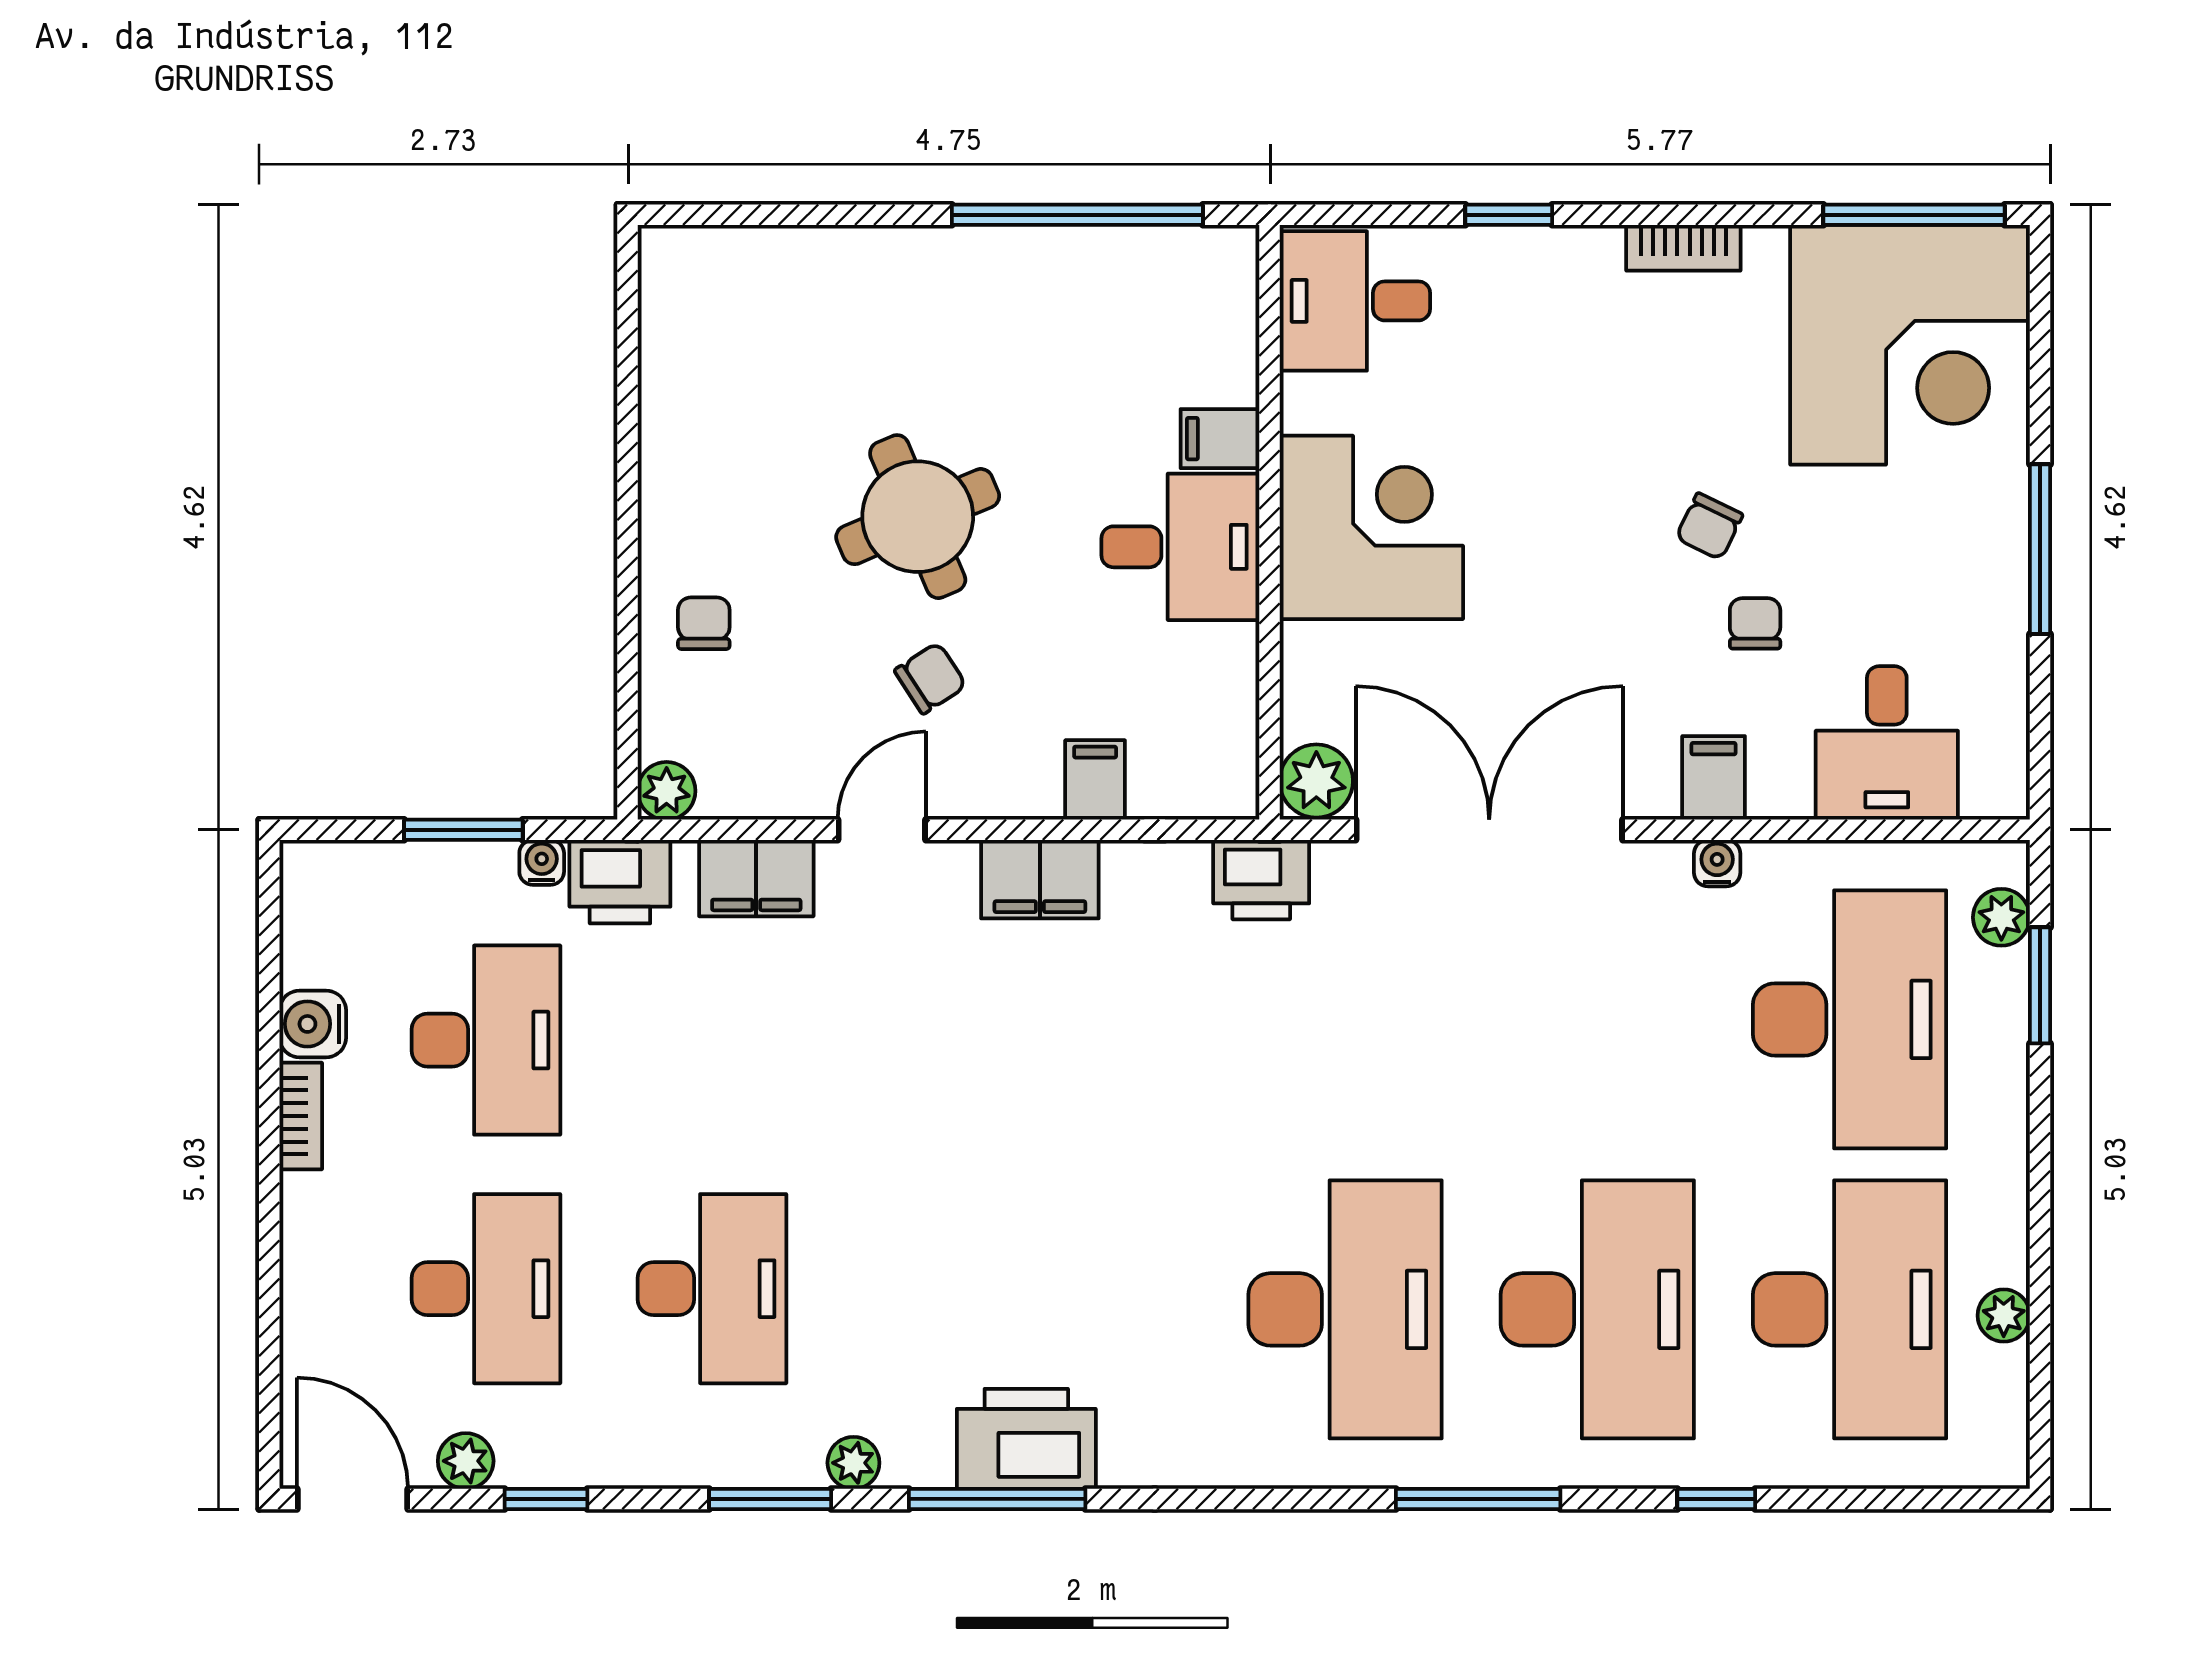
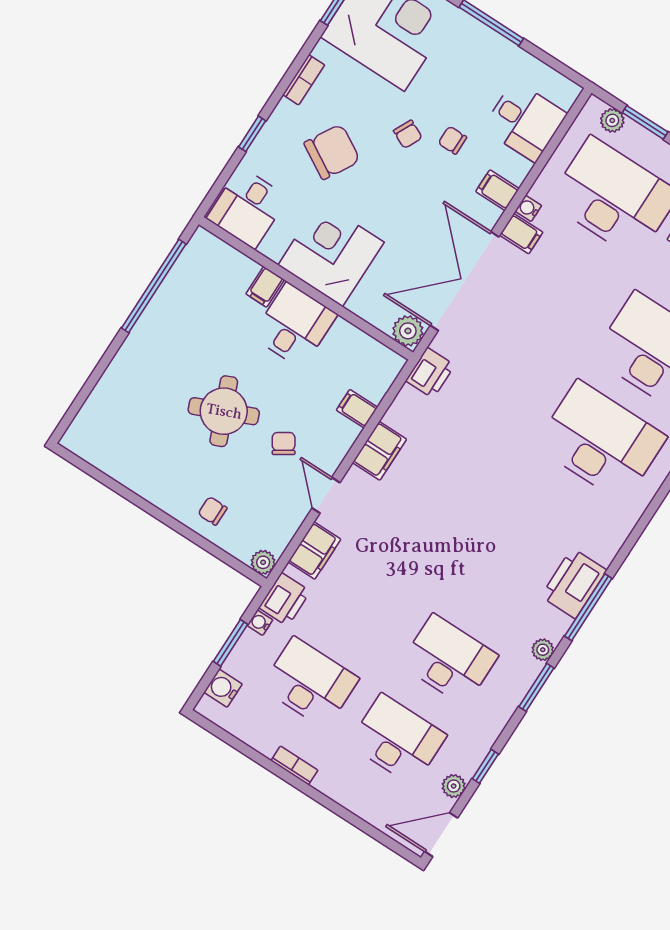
chair: (1576, 398) -> (332, 152), added
filing cabinet: (1657, 882) -> (521, 234), added
water cooler: (313, 1024) -> (223, 688), moved, turned 90

